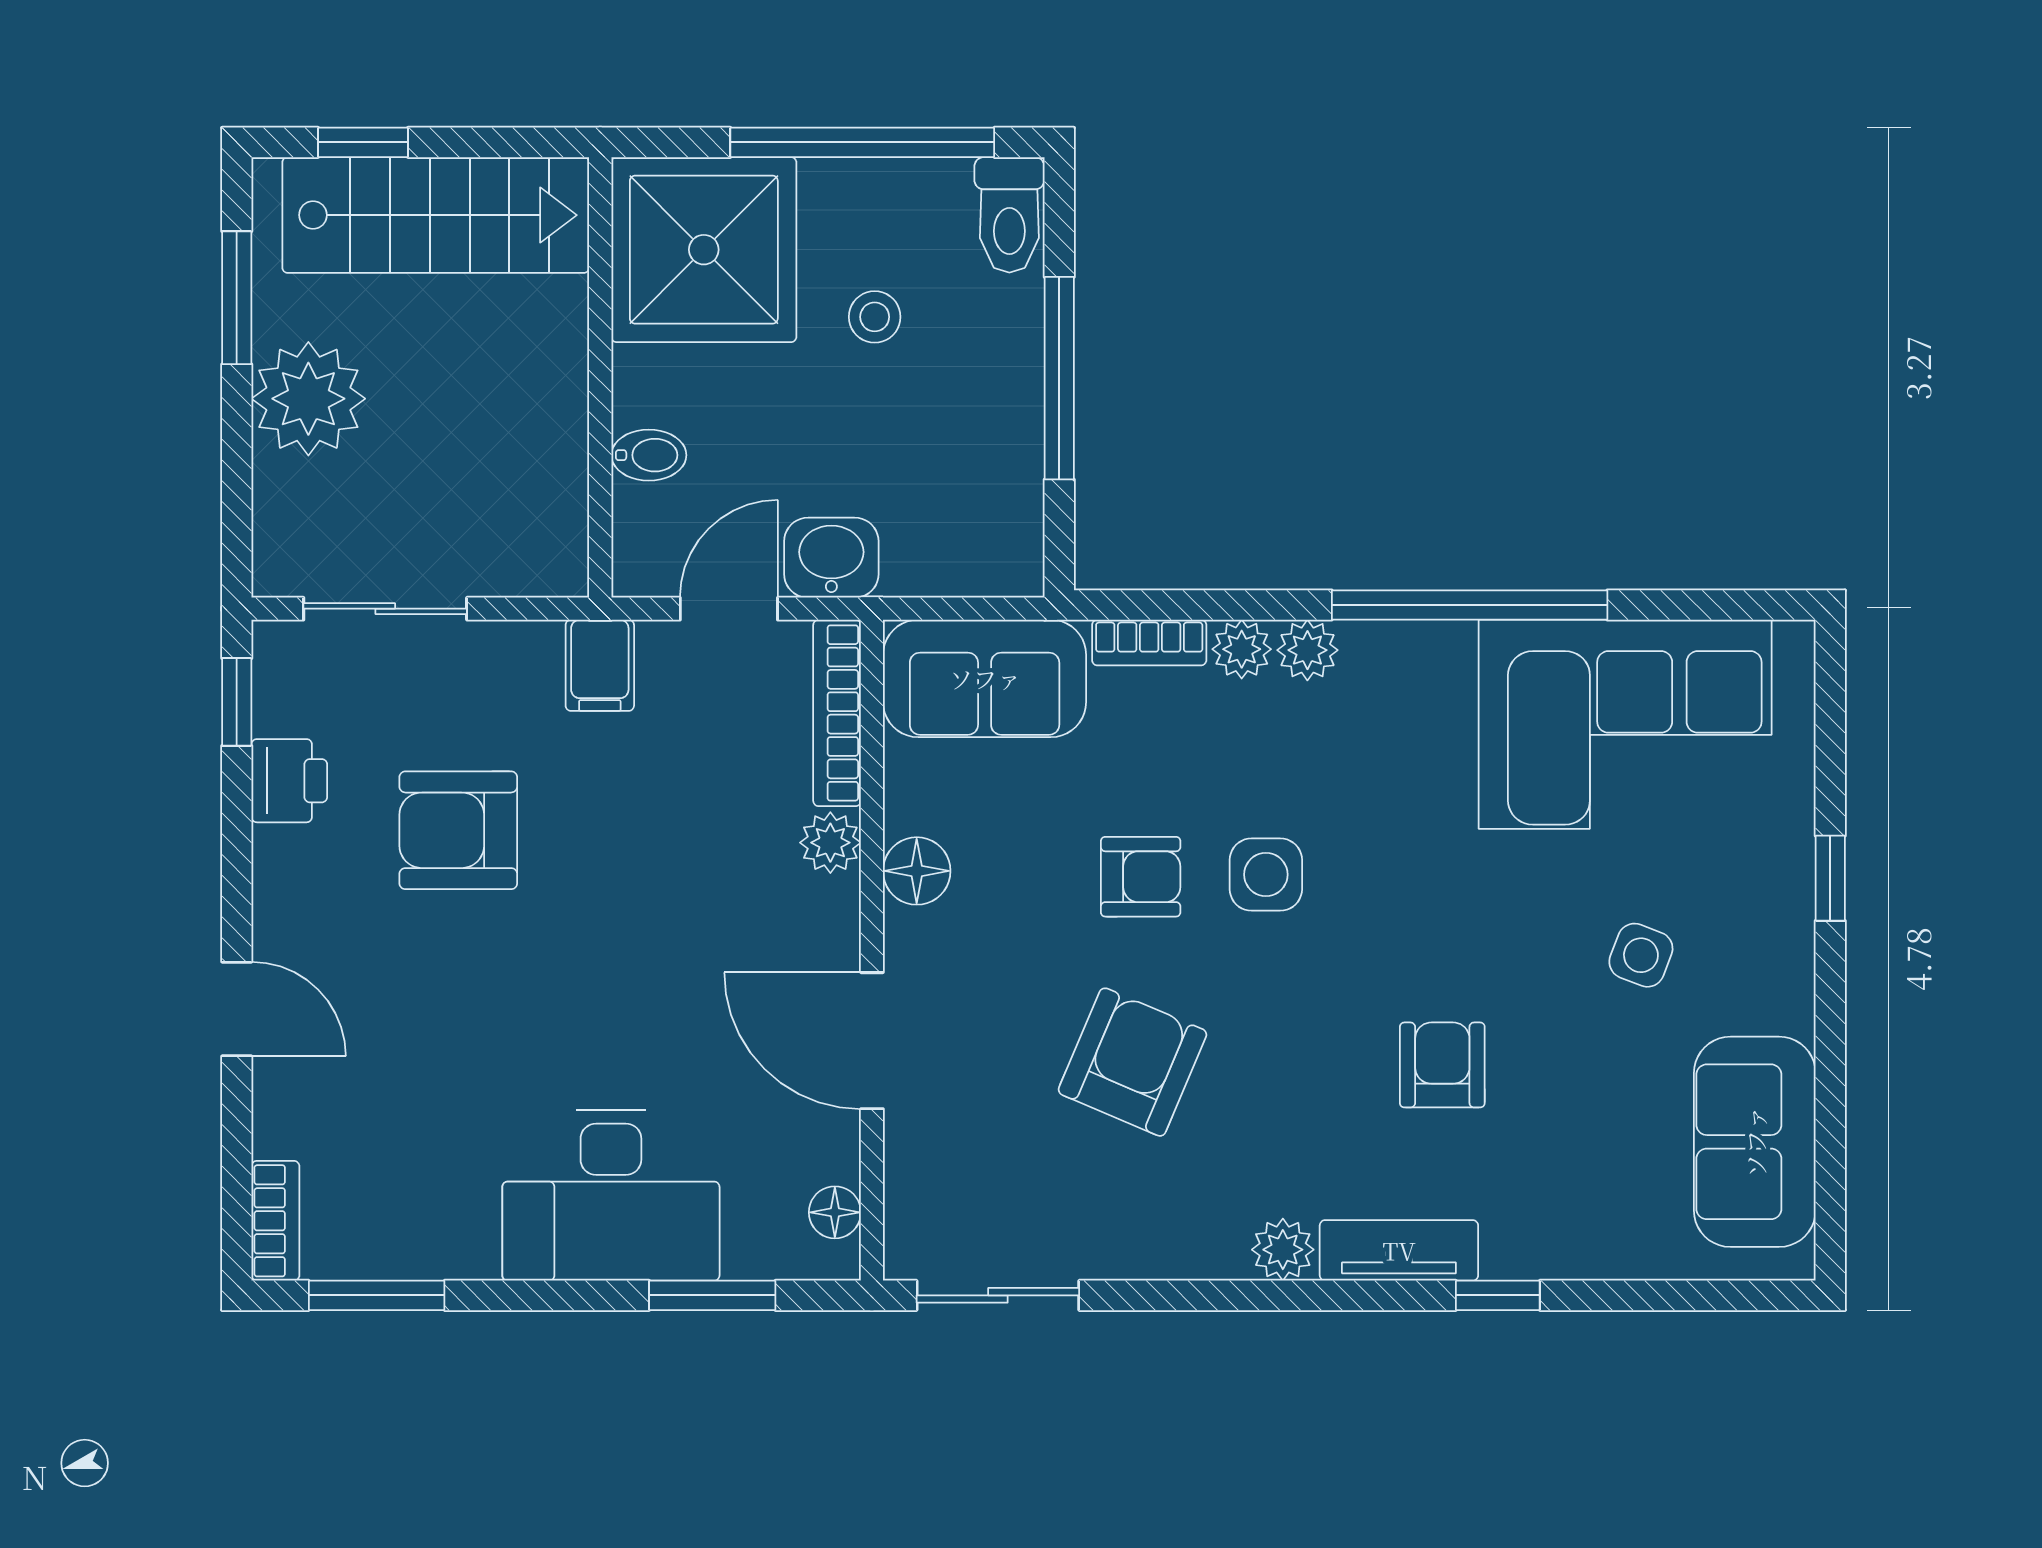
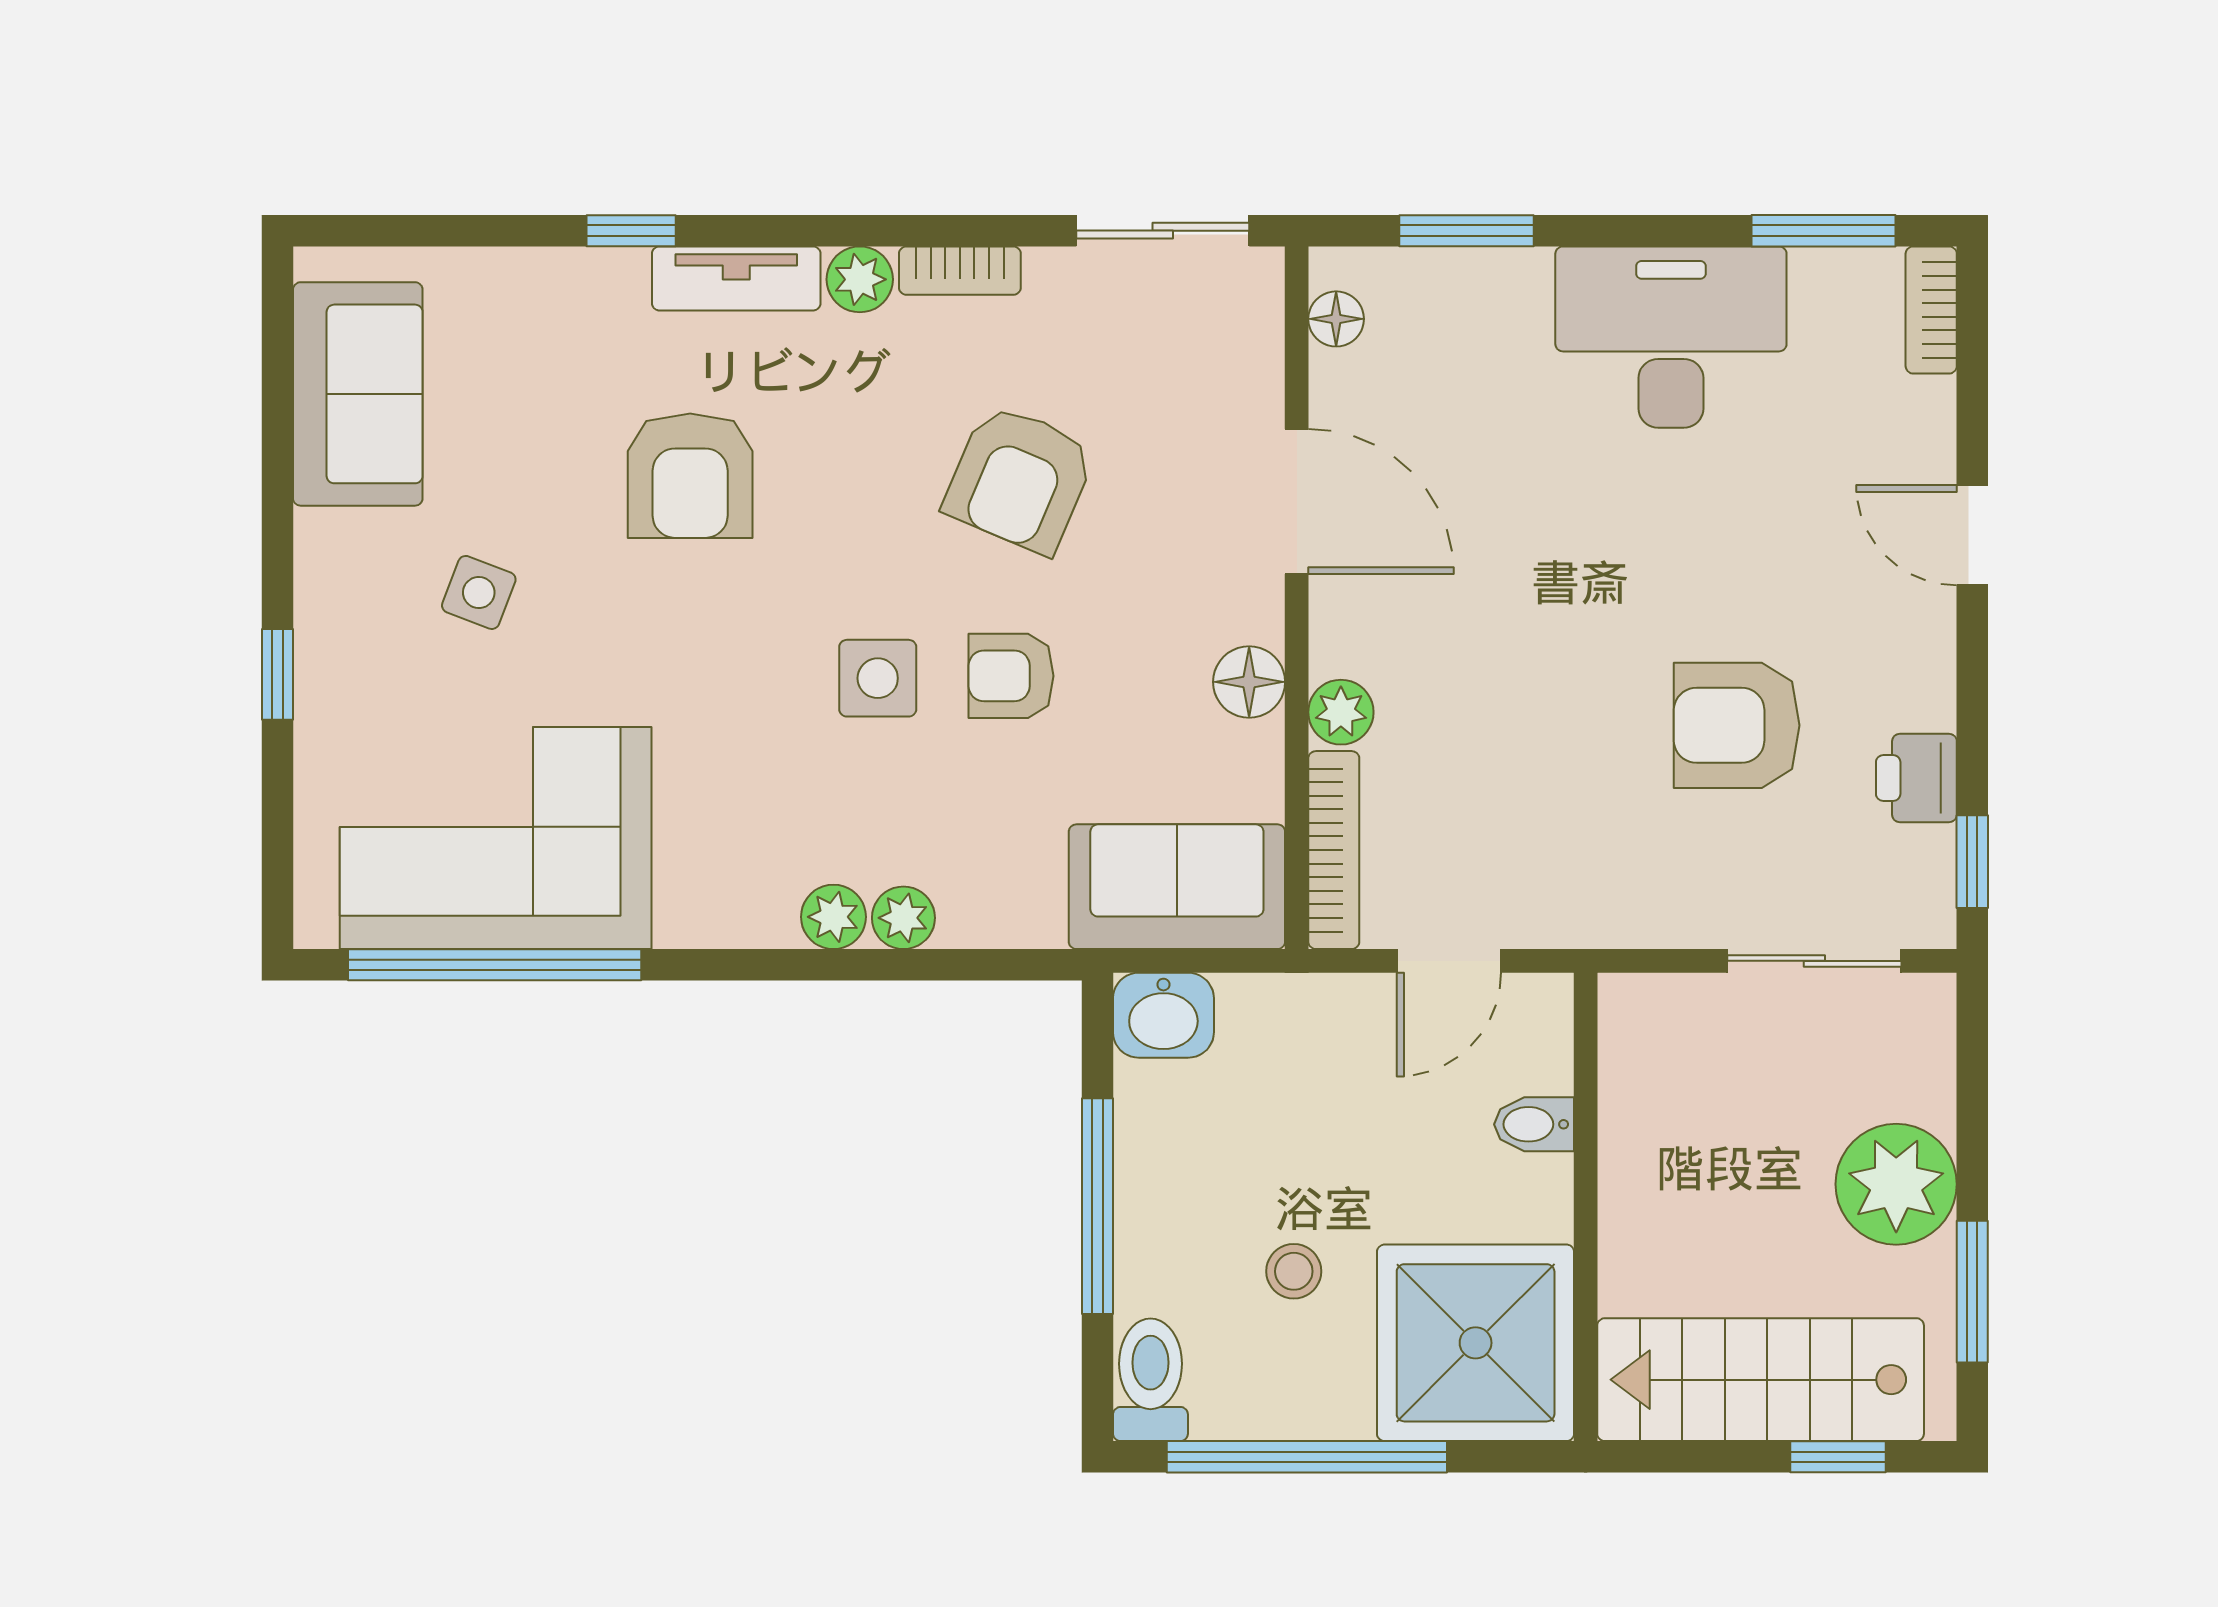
washbasin: (831, 558) -> (1163, 1015), moved
window: (1470, 605) -> (495, 965), moved
bookcase: (1149, 643) -> (960, 271), moved, turned 180
filing cabinet: (600, 665) -> (1586, 901), removed
armchair: (458, 830) -> (1737, 725), turned 180
armchair: (1442, 1065) -> (690, 476), width x1.38, depth x1.38
desk: (611, 1195) -> (1671, 337), moved

